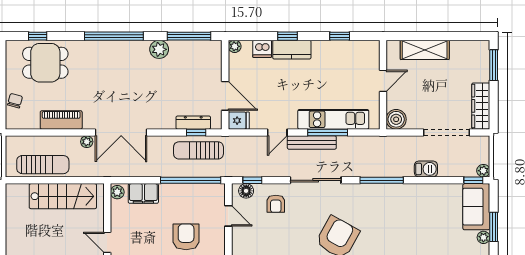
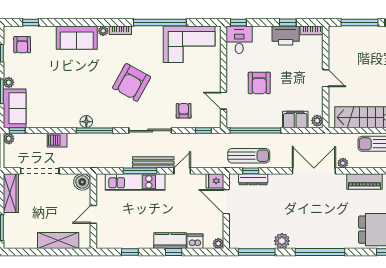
floor lamp: (246, 191) -> (86, 122), moved

